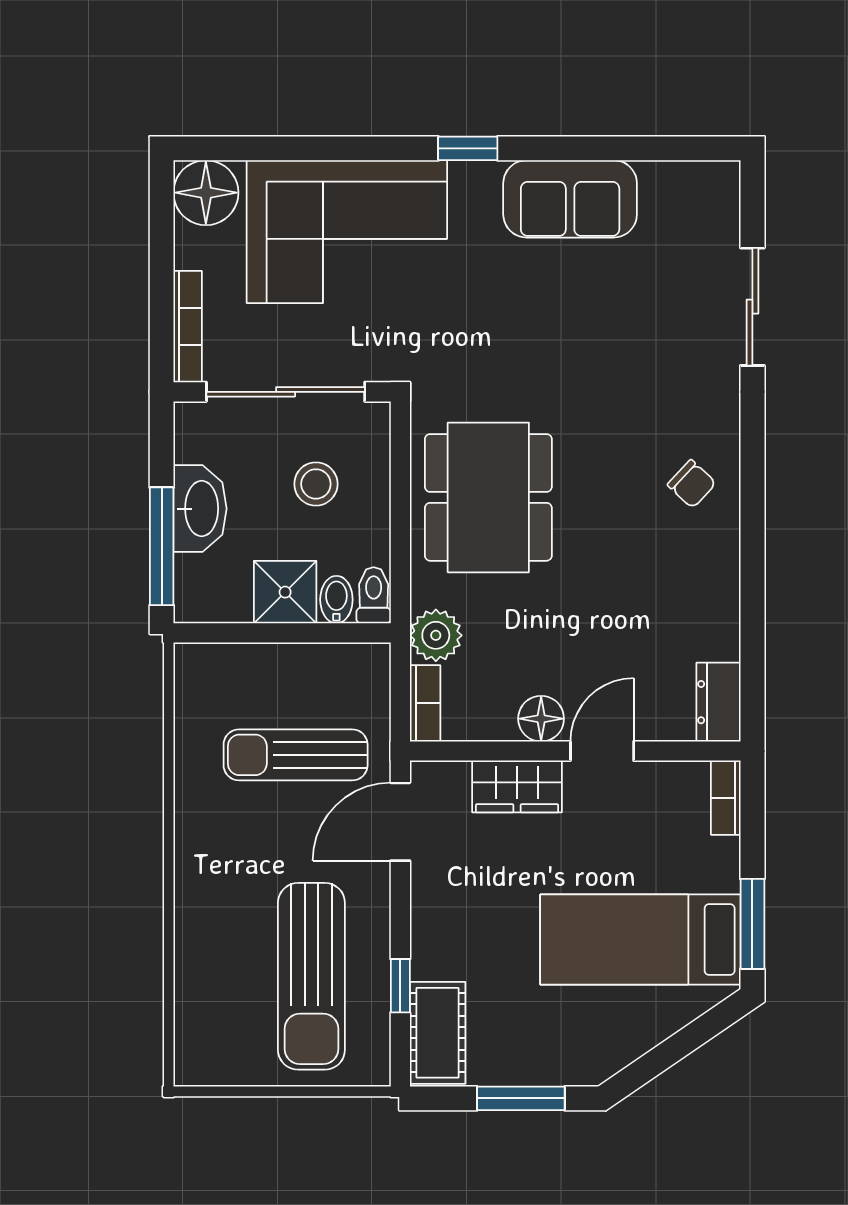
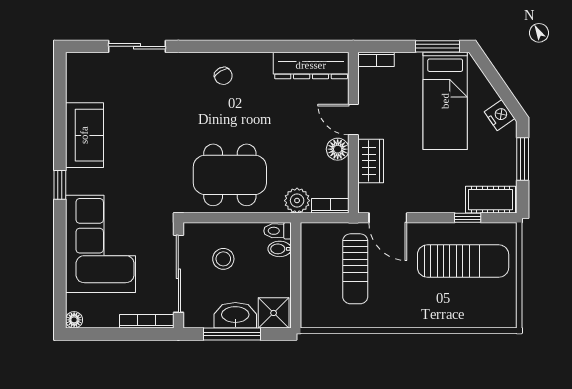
floor lamp: (206, 193) -> (74, 320), width x0.53, depth x0.53
chair: (692, 484) -> (223, 76), turned 107
window: (162, 546) -> (232, 334), moved
shower: (285, 592) -> (274, 313), moved
dresser: (718, 702) -> (311, 65), width x1.96, depth x1.24
nightstand: (611, 1051) -> (500, 115), added

